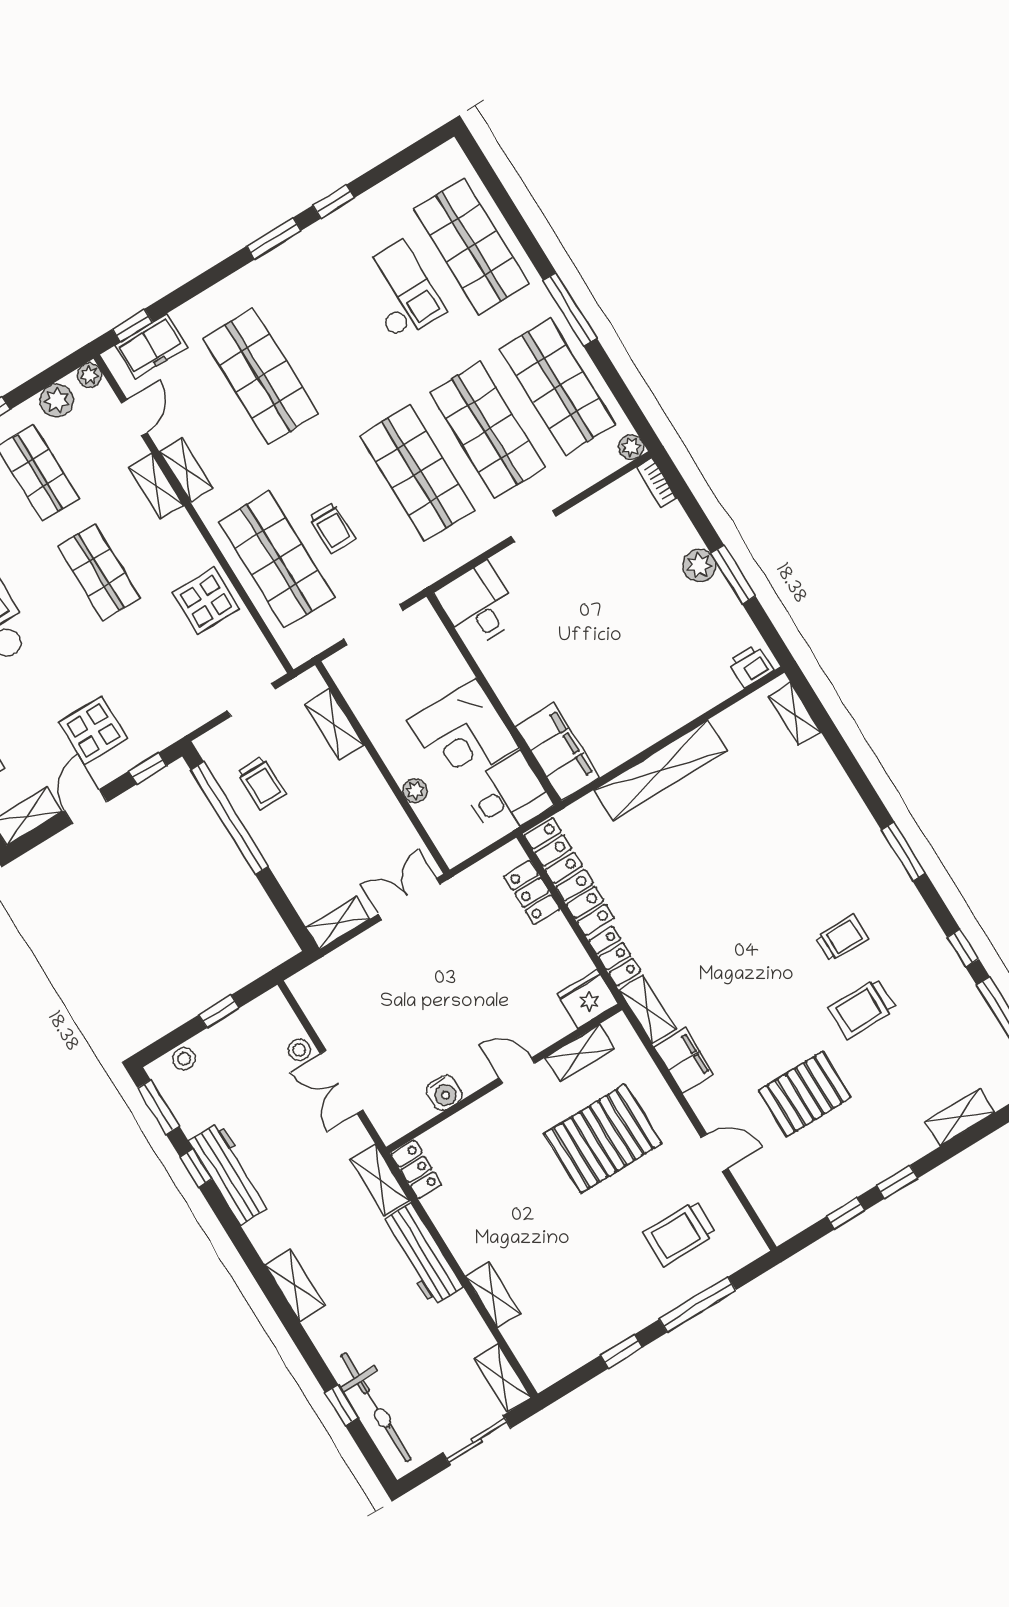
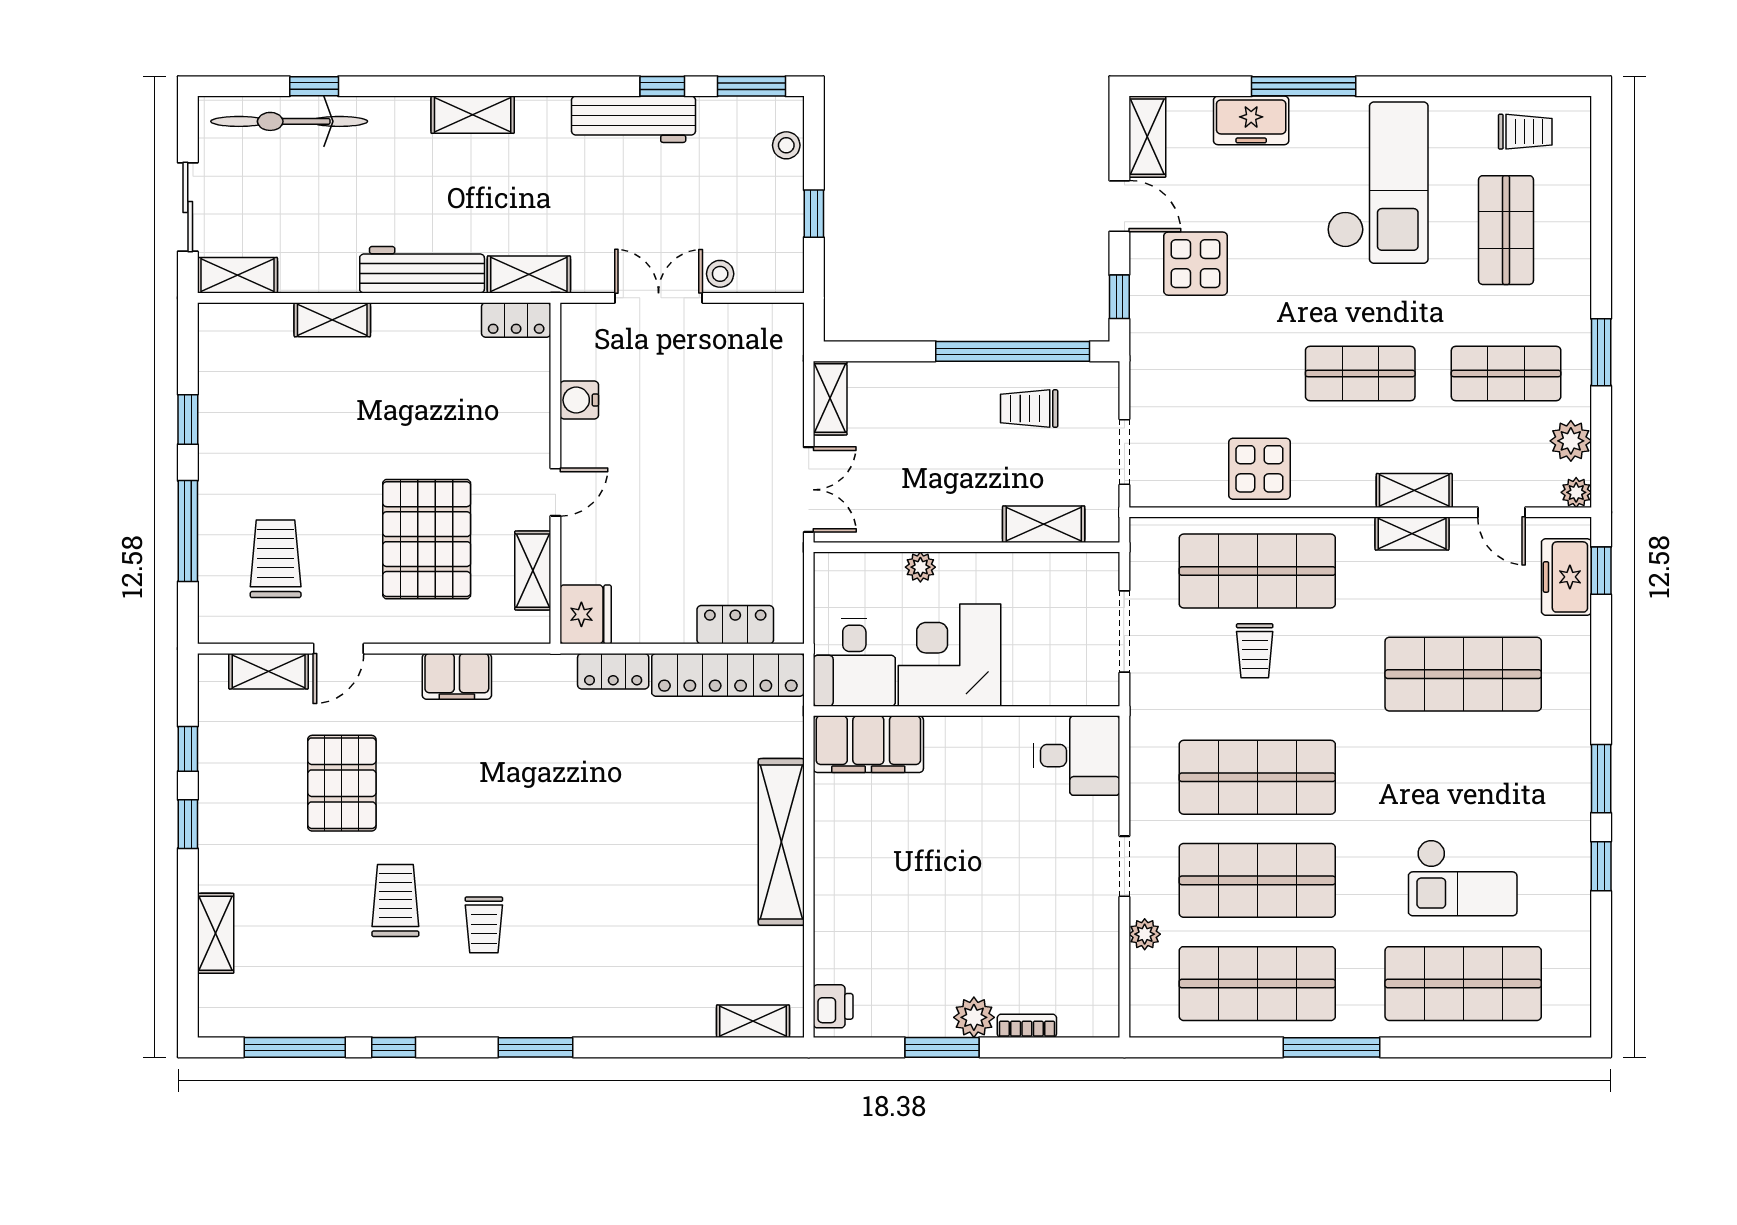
plant: (631, 447) -> (1145, 934), moved
bookcase: (656, 483) -> (1027, 1026), moved
trolley: (332, 528) -> (1255, 651), turned -90
shelving: (648, 1009) -> (269, 671), moved

